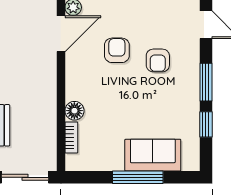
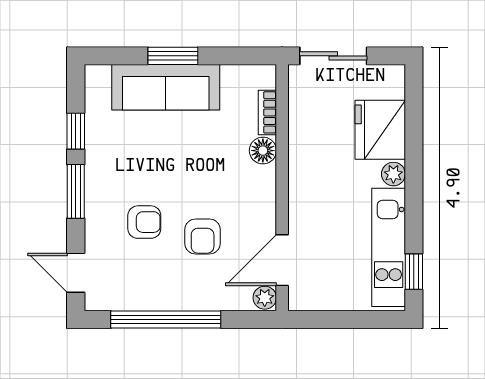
armchair: (158, 60) -> (144, 222), turned 90
sofa: (153, 155) -> (166, 87), width x1.36
window: (138, 177) -> (173, 56), width x0.69

